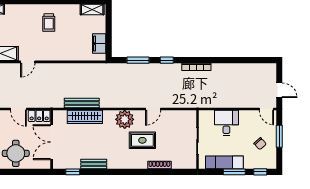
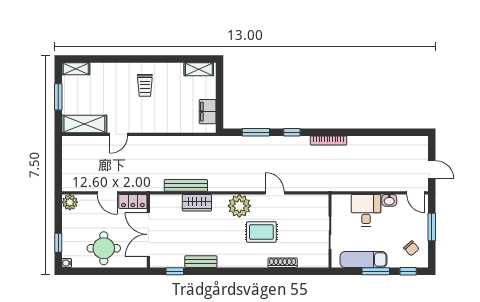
door: (153, 109) -> (275, 193), swing flipped
washbasin: (245, 115) -> (389, 200), added
wardrobe: (85, 117) -> (197, 203), width x0.67
chair: (260, 144) -> (411, 248), moved

